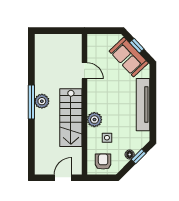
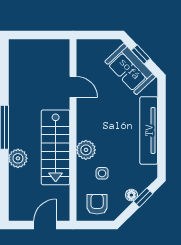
plant: (42, 101) -> (18, 158), moved

